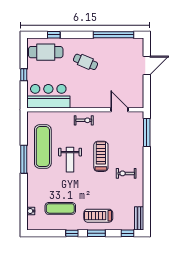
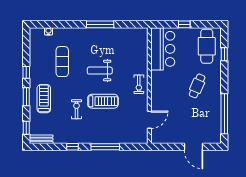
window: (147, 132) -> (105, 147), moved
exercise mat: (43, 147) -> (113, 43), removed
exercise bike: (126, 173) -> (76, 109), moved
window: (147, 187) -> (72, 147), added
exercise mat: (60, 208) -> (62, 62), moved

